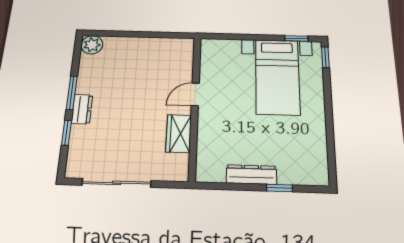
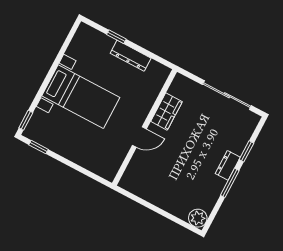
bed with nightstands: (277, 77) -> (81, 97), moved, turned 90

